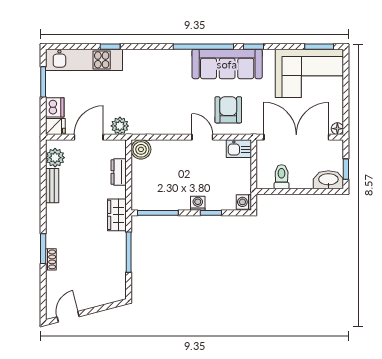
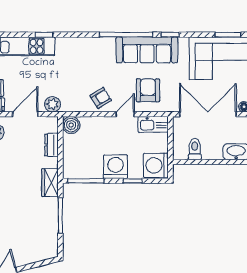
armchair: (175, 119) -> (101, 98), added
door: (202, 137) -> (125, 114), hinge flipped
kitchen sink: (239, 149) -> (153, 124), width x1.38
washing machine: (244, 202) -> (156, 165), width x1.89, depth x1.89
washing machine: (198, 203) -> (115, 167), width x1.89, depth x1.89

